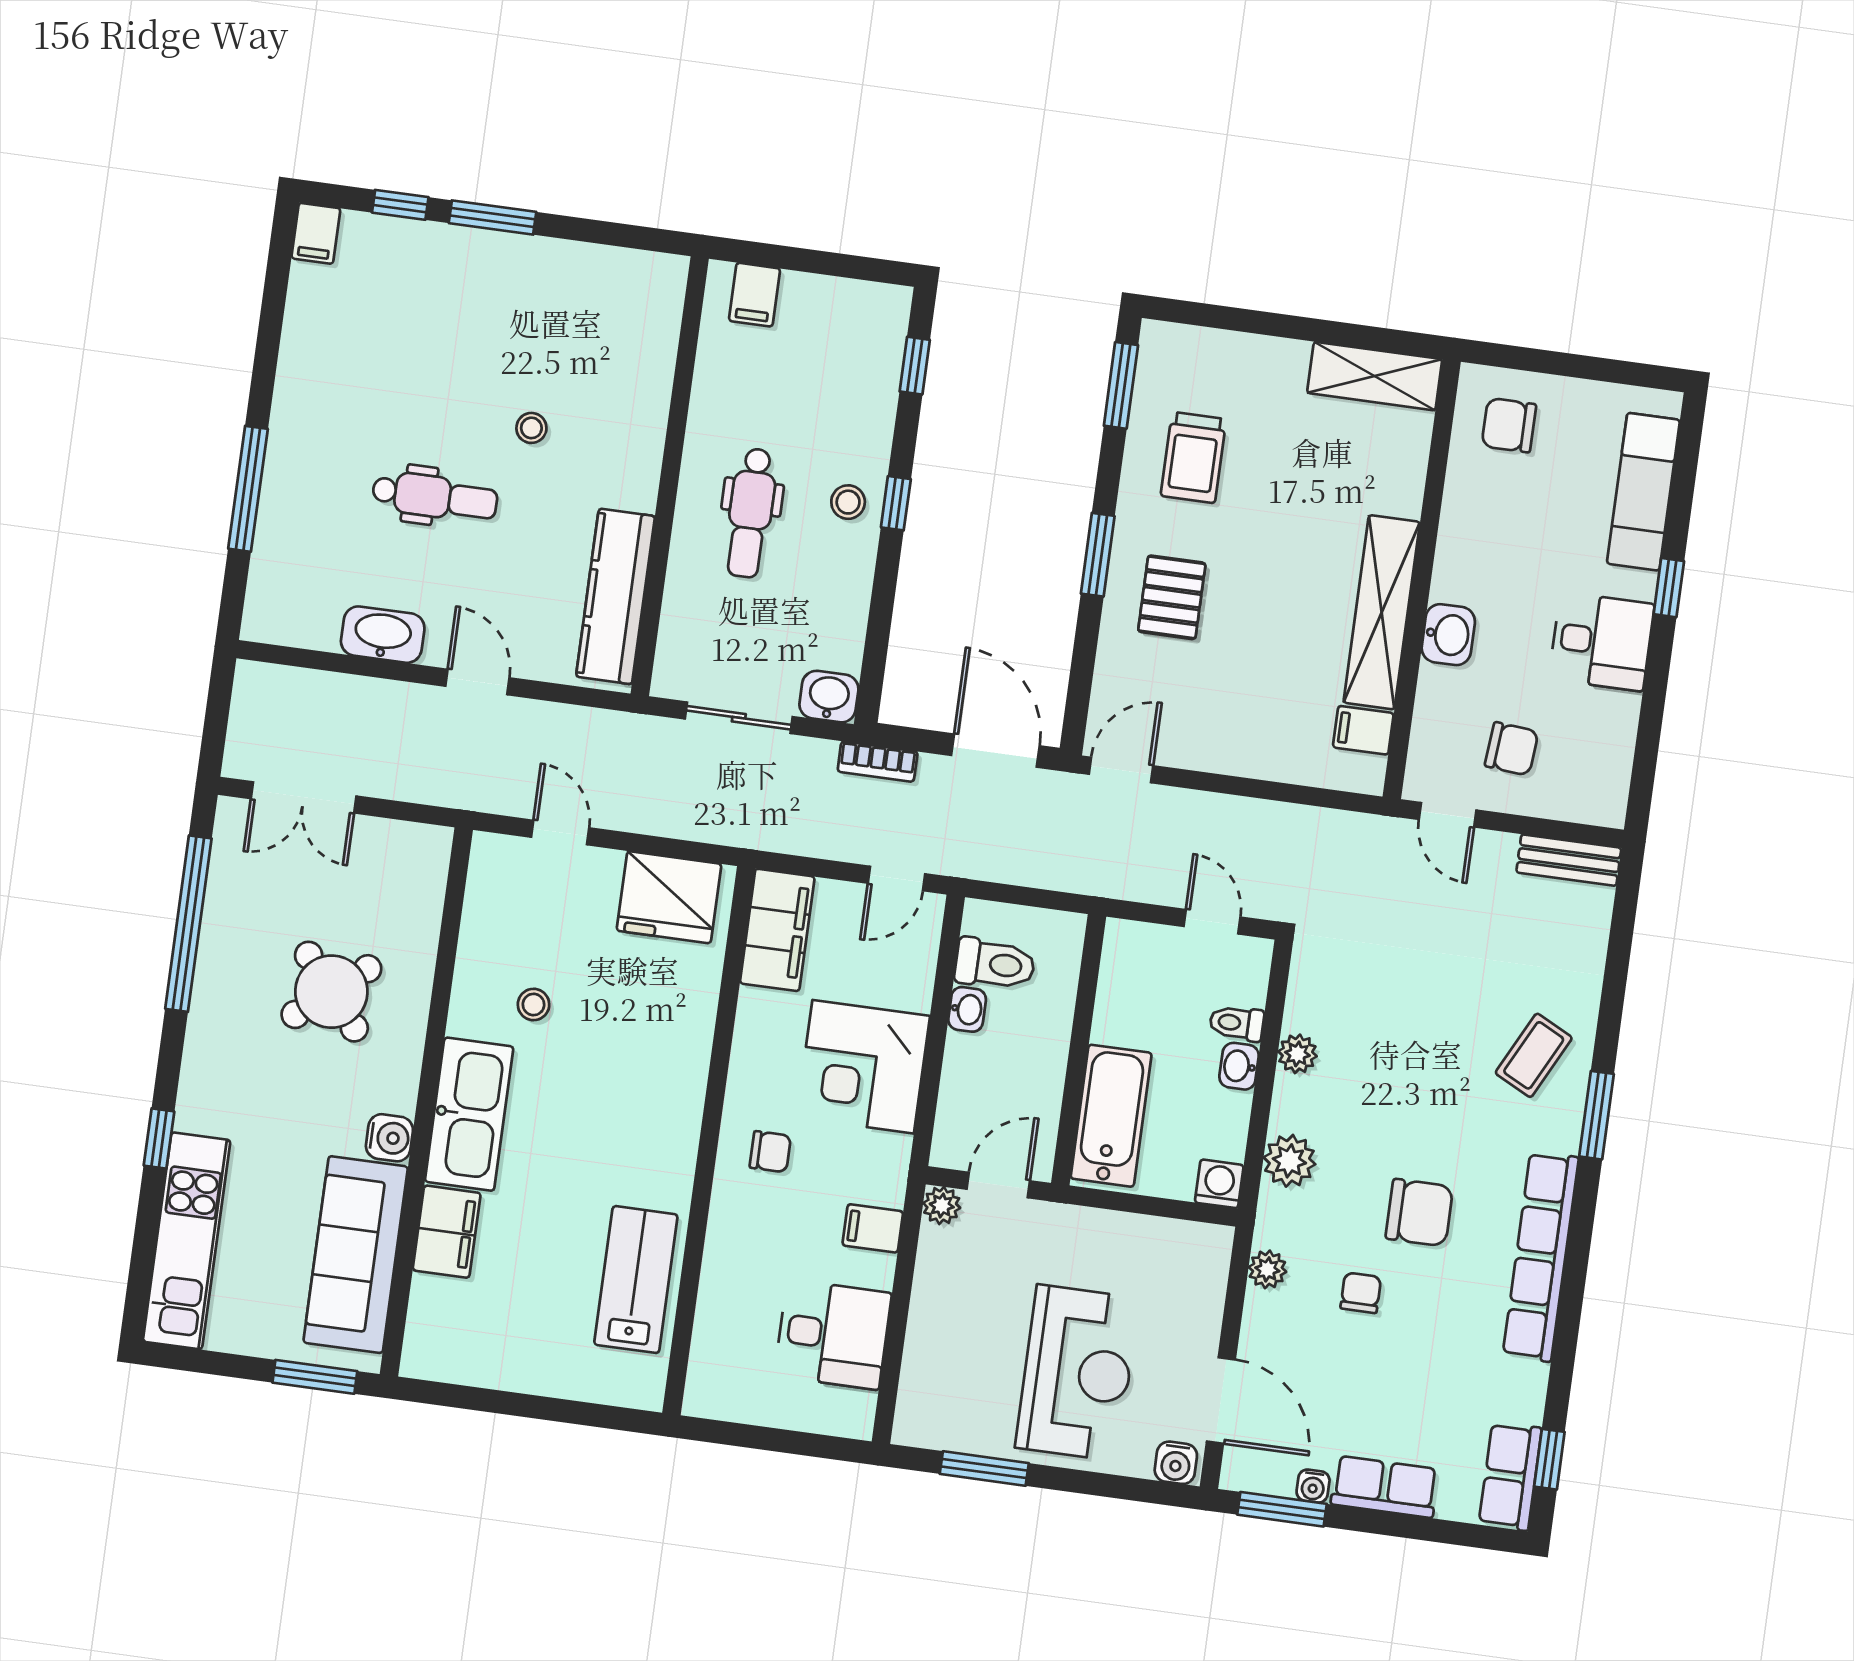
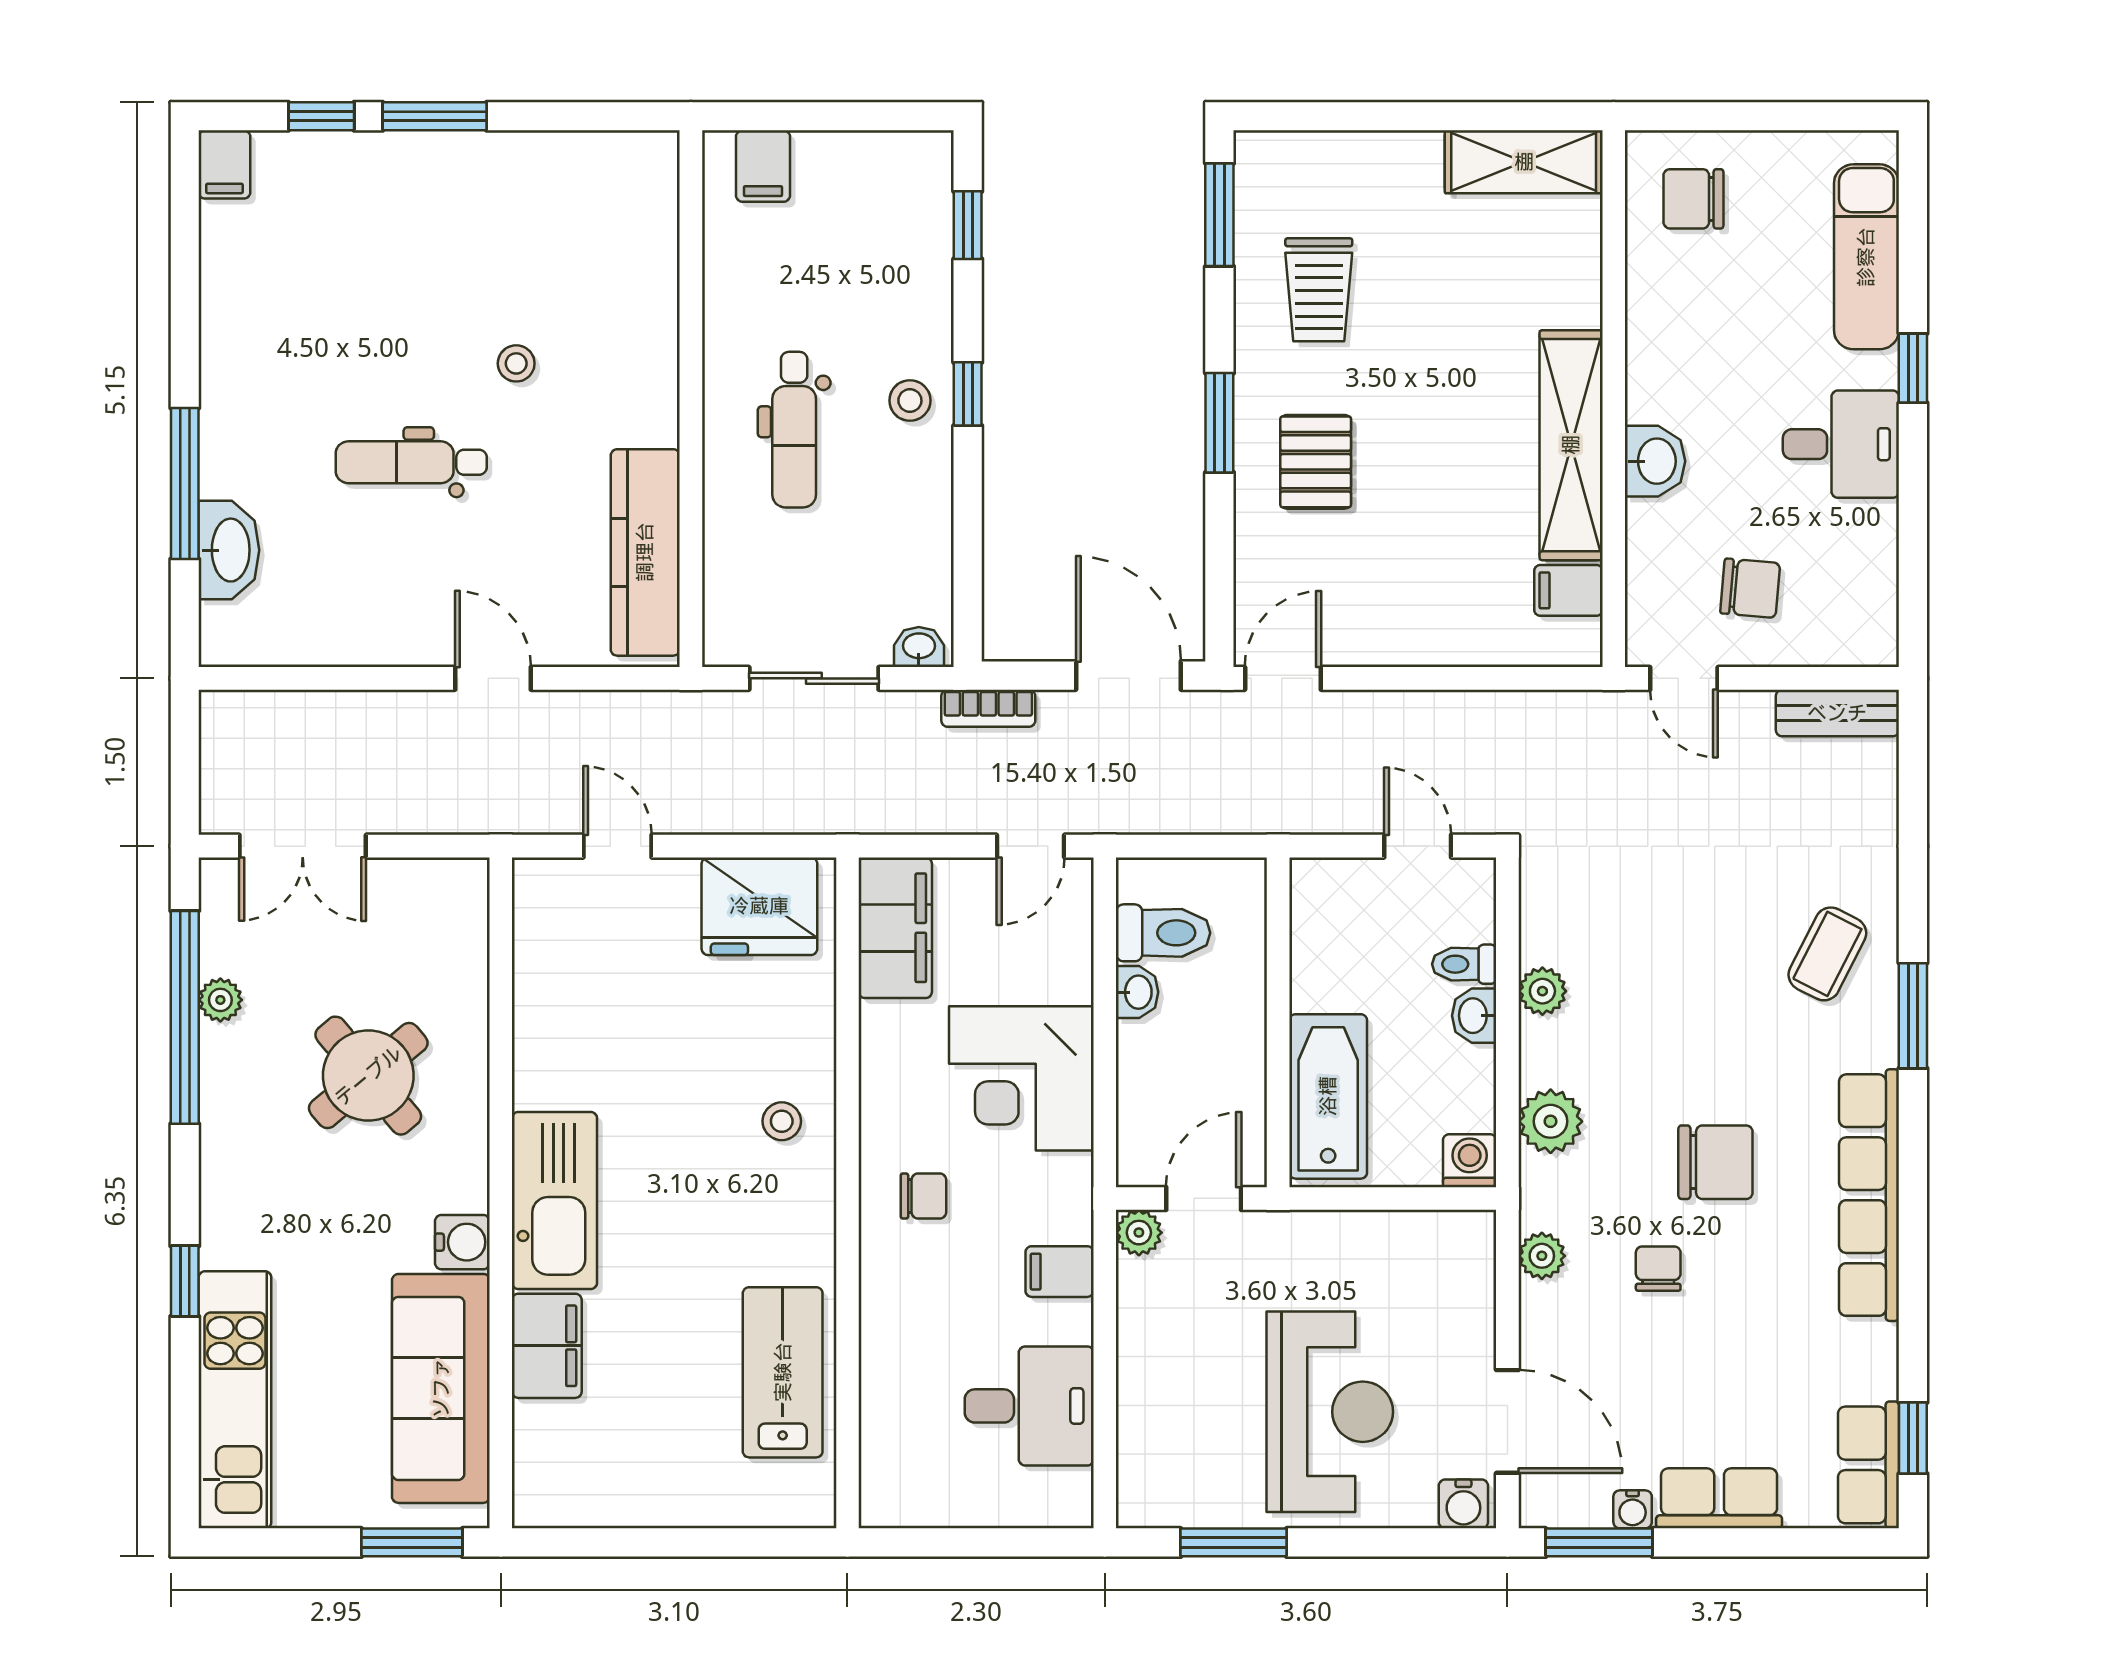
dental chair: (435, 497) -> (411, 462), turned 180
washbasin: (383, 635) -> (229, 550), moved, turned 90
washbasin: (829, 697) -> (919, 647), width x0.72, depth x0.69
plant: (219, 913) -> (220, 1000), added
stool: (534, 1004) -> (782, 1121), moved

